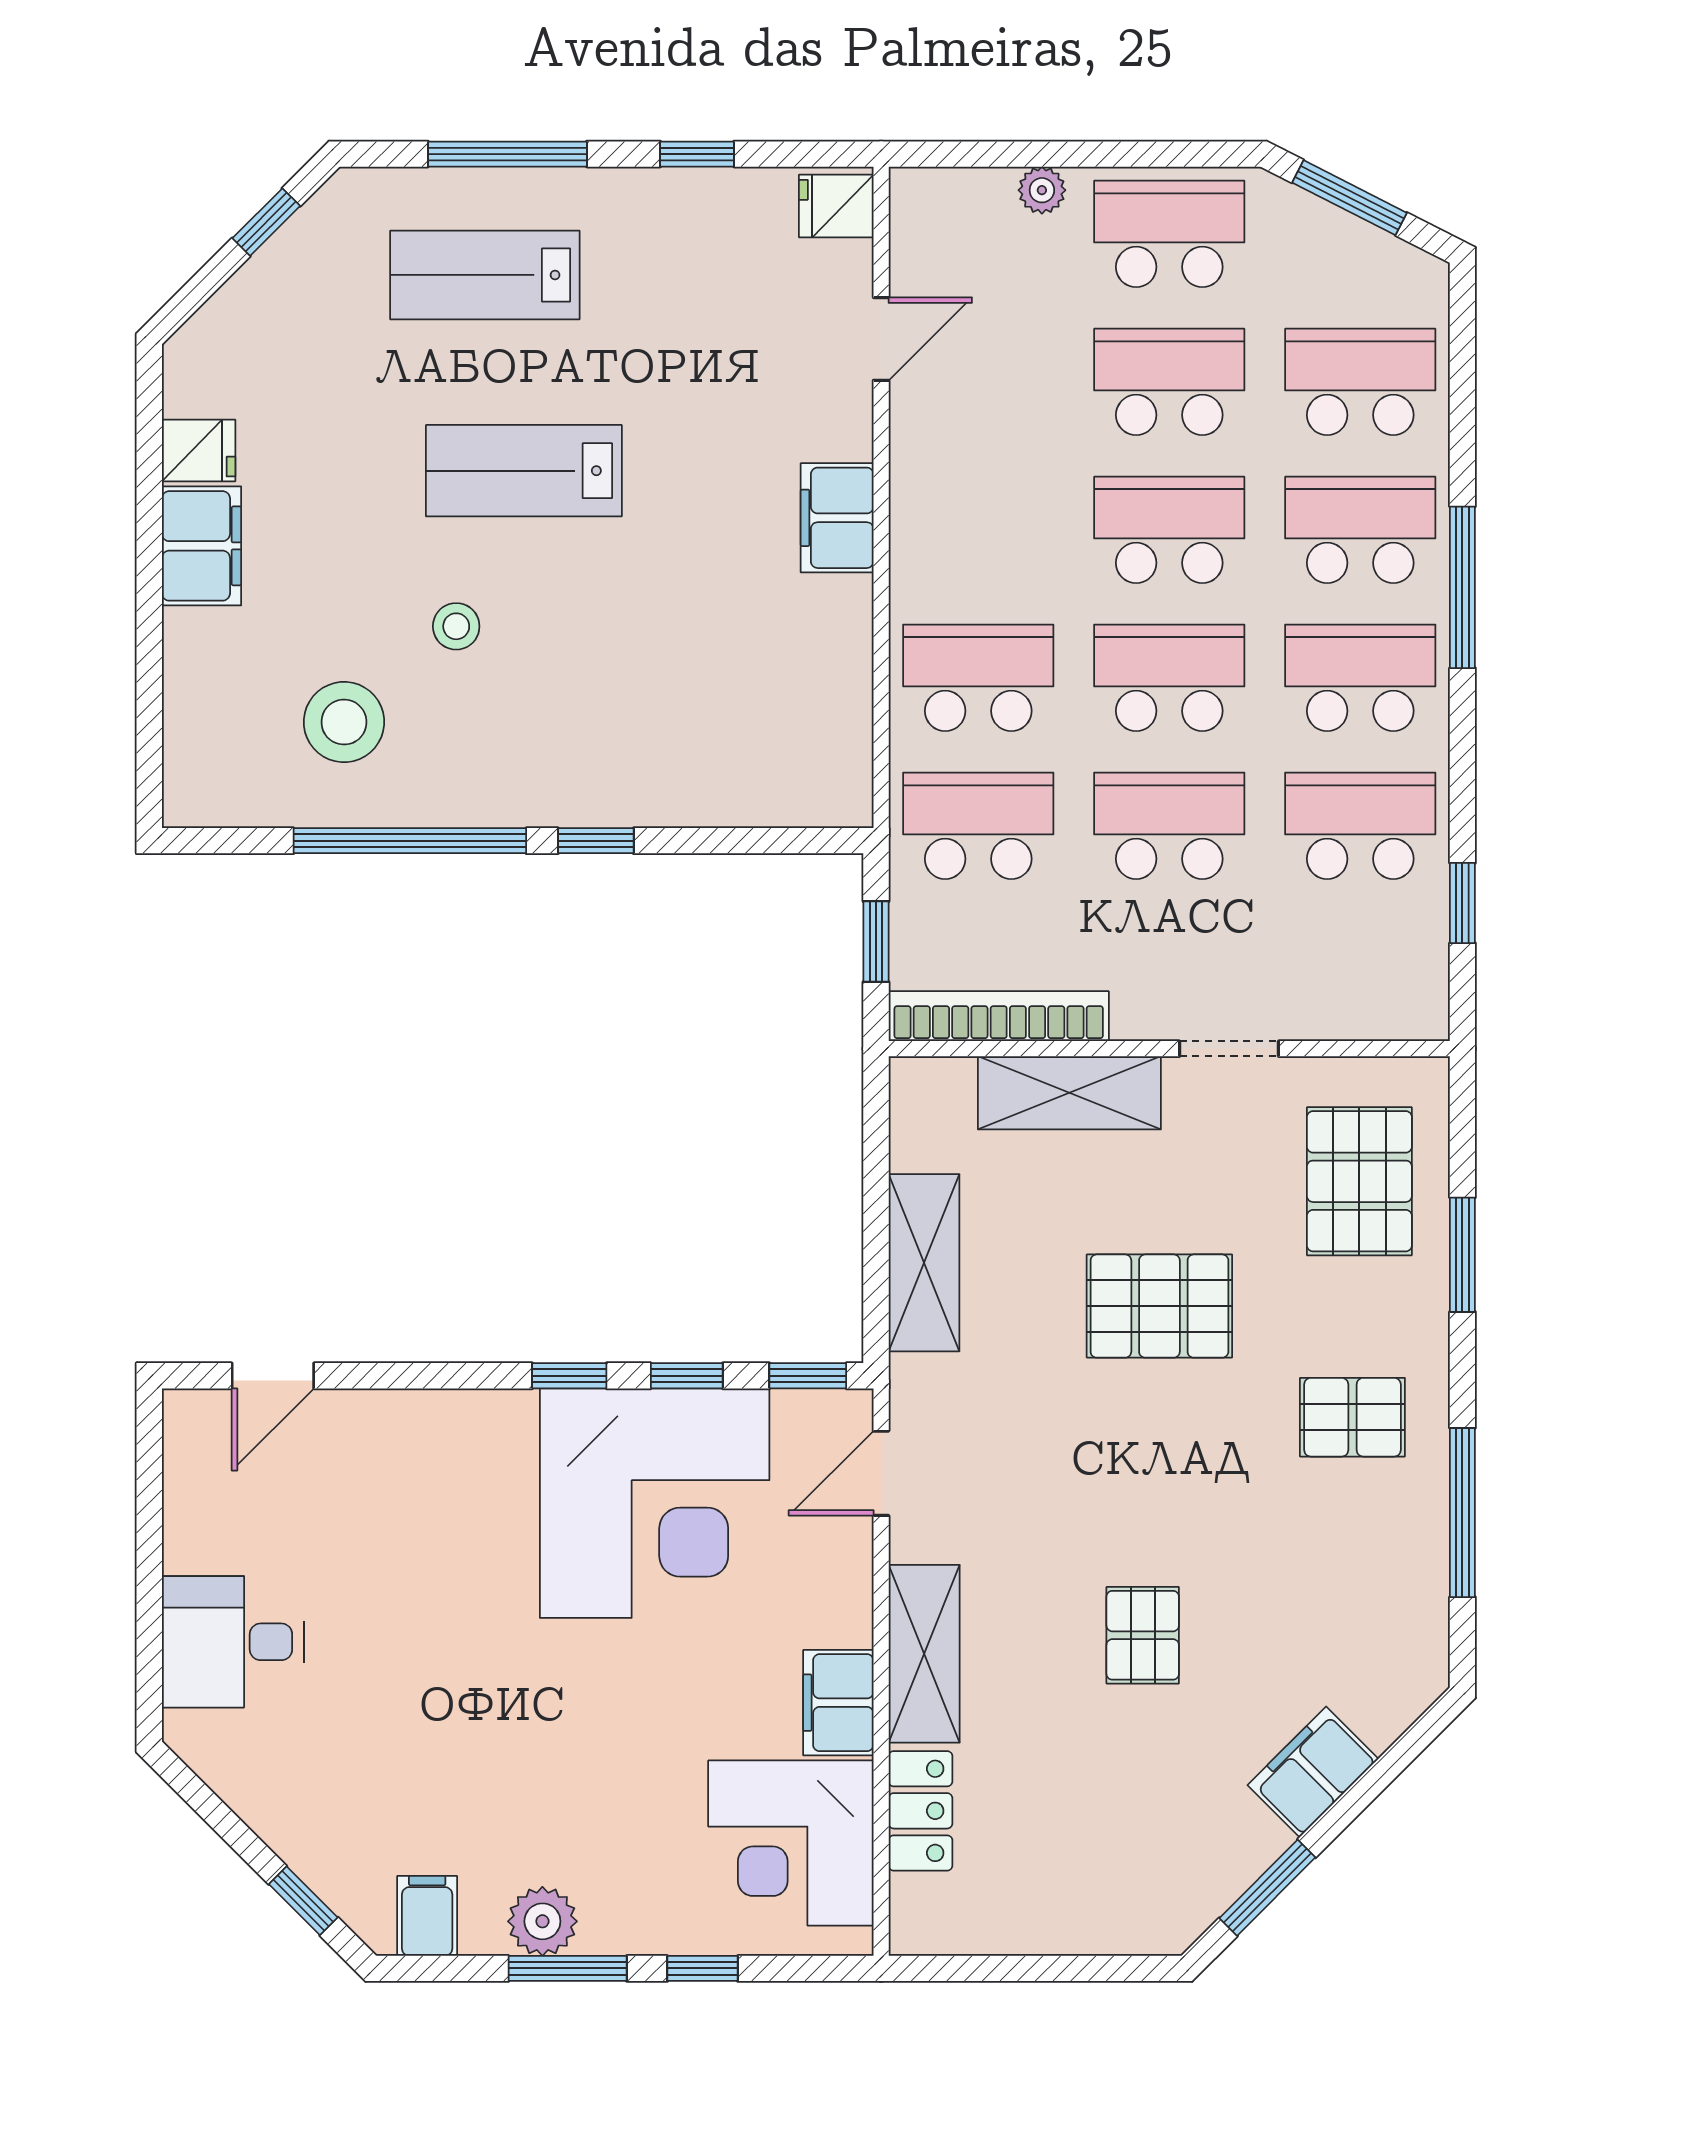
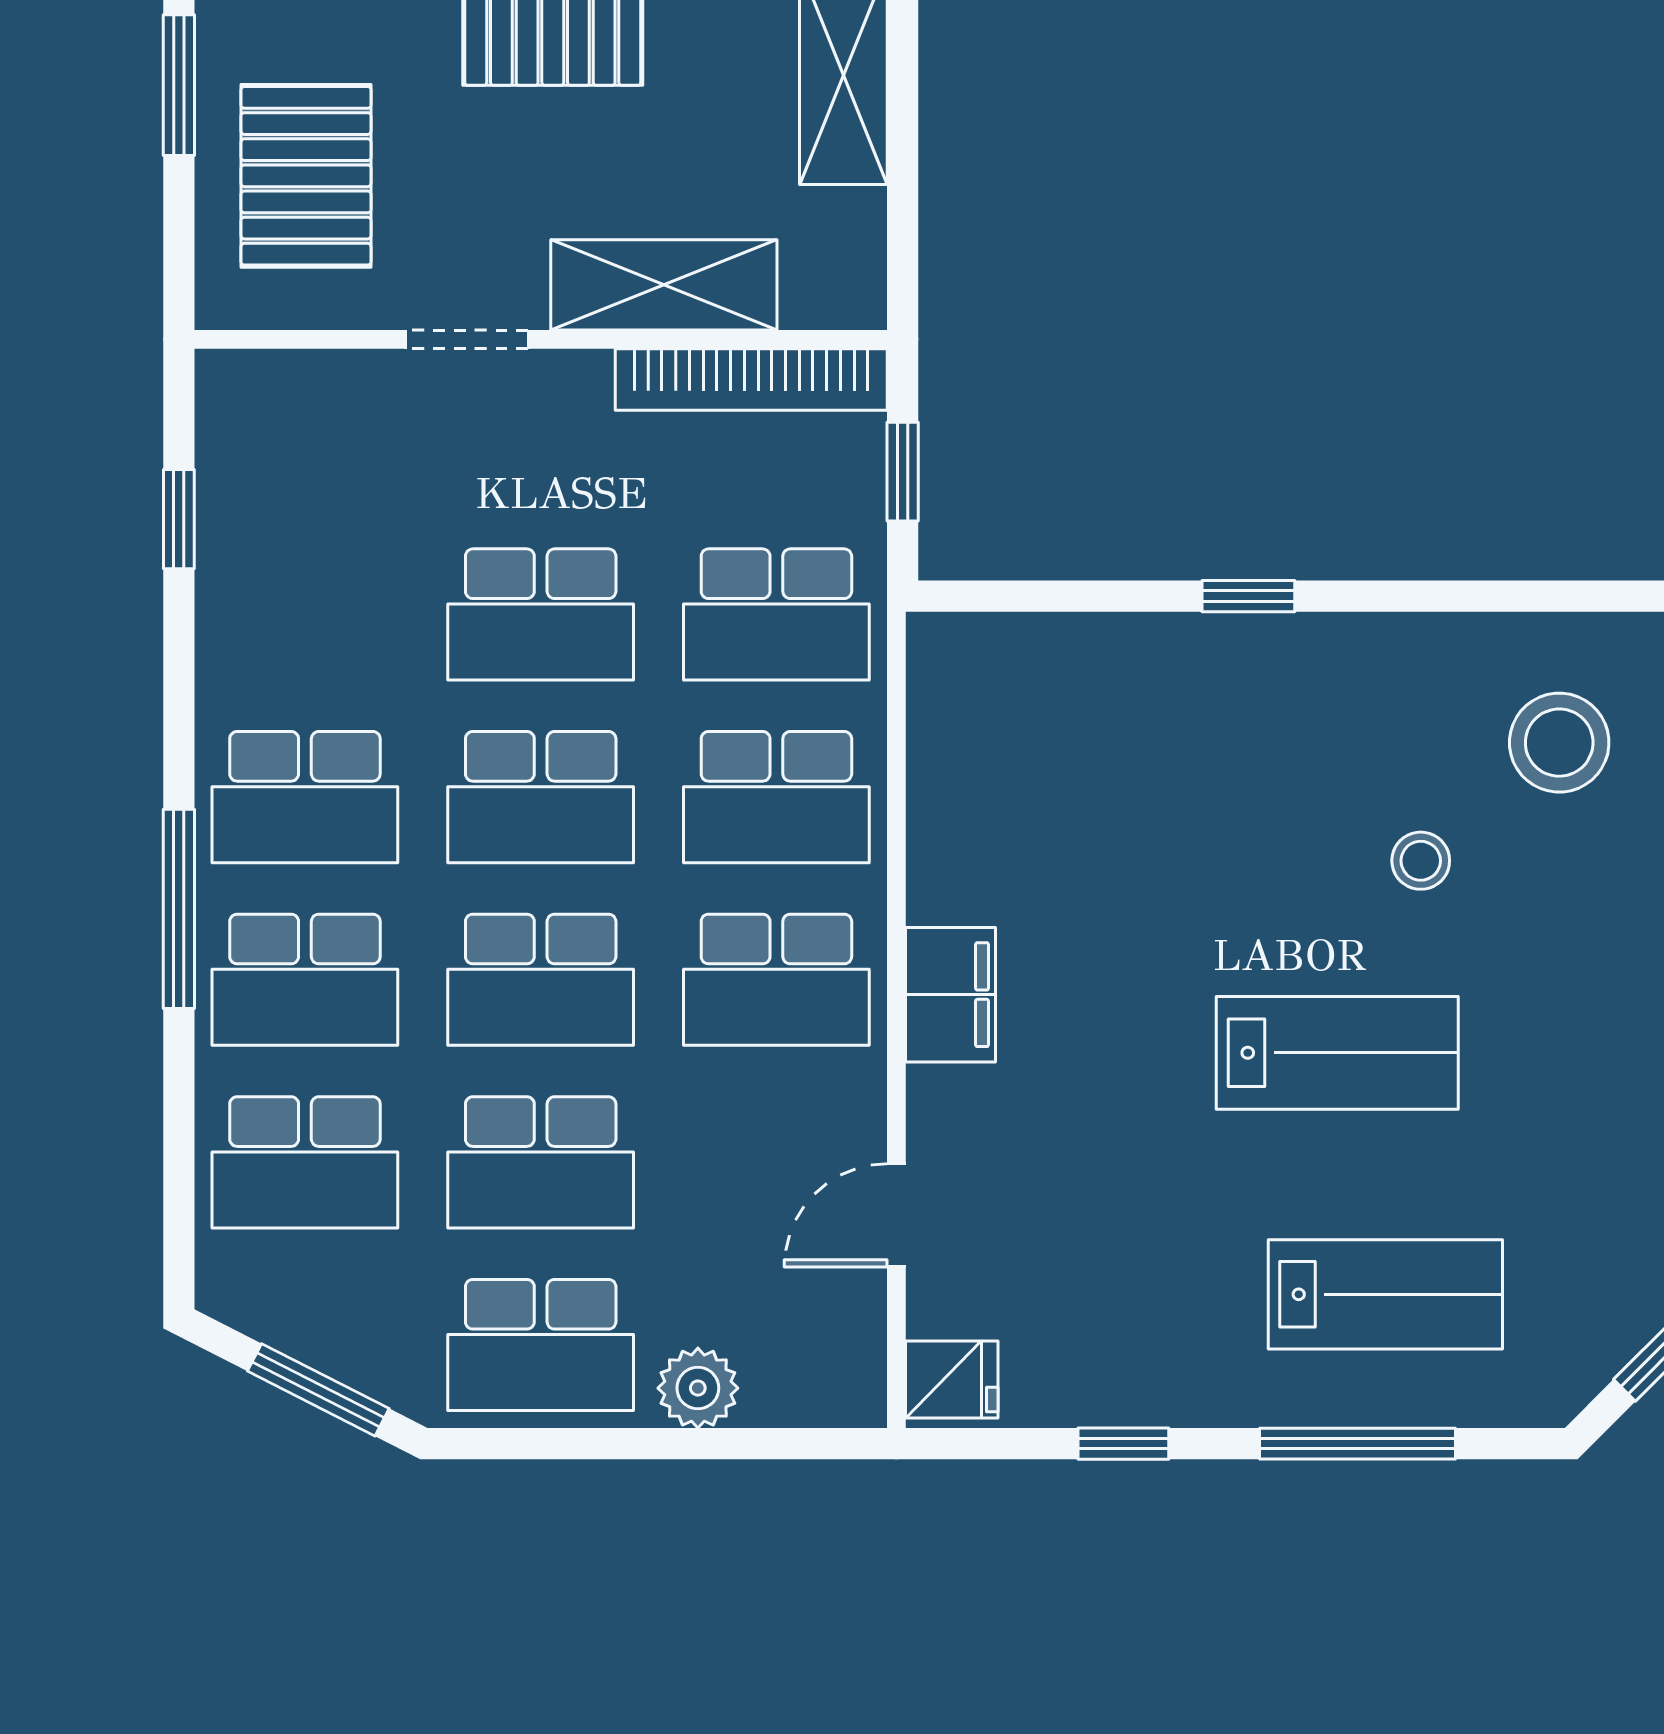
plant: (1042, 190) -> (698, 1388), width x1.38, depth x1.38
school desk: (1360, 826) -> (776, 980), moved
window: (410, 841) -> (1478, 596), removed

